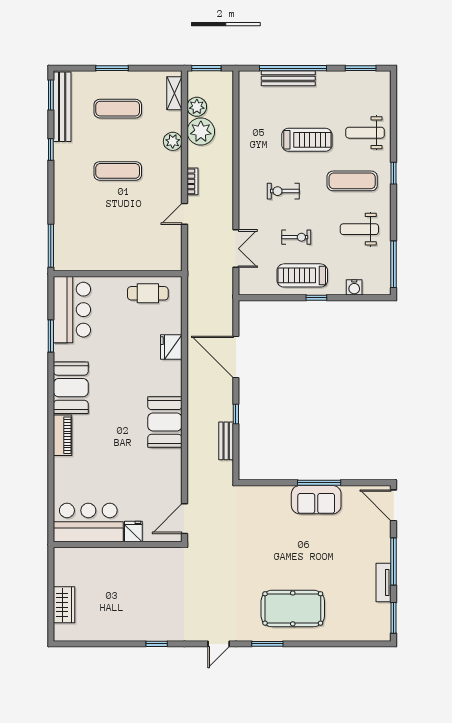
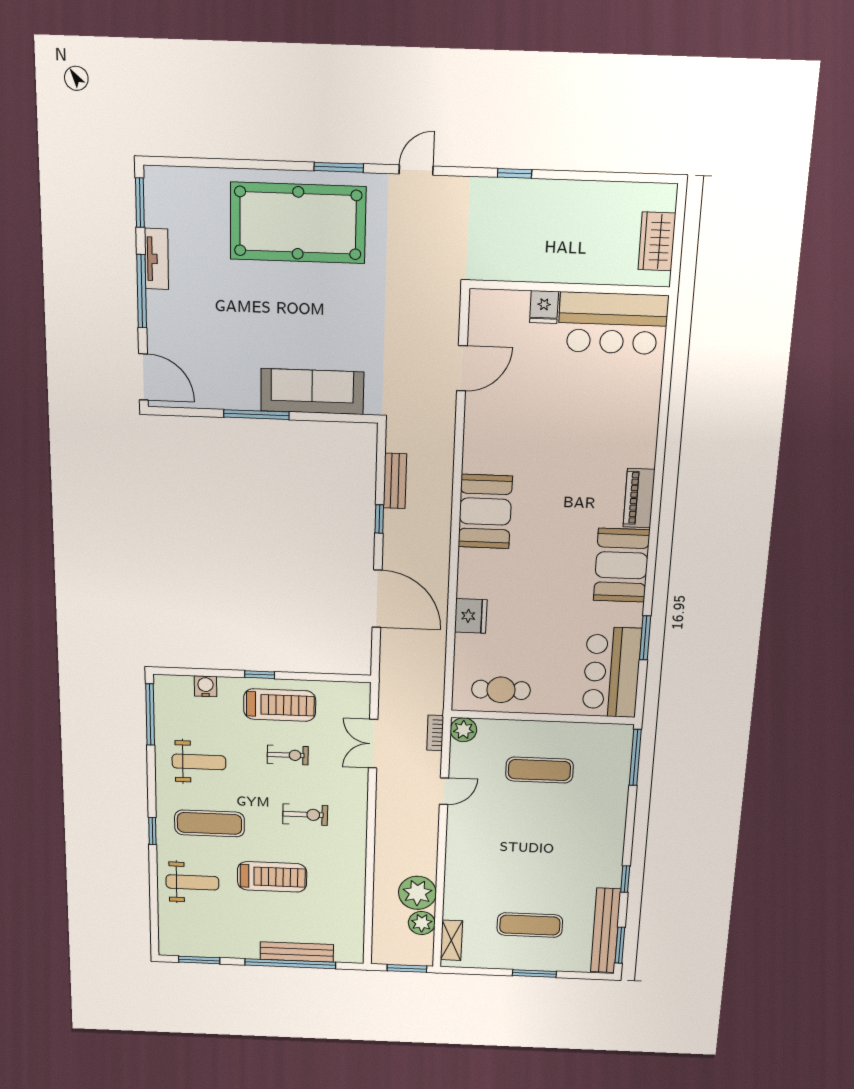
treadmill: (307, 140) -> (272, 877), turned 180
plant: (173, 141) -> (463, 730), moved
exercise mat: (118, 171) -> (539, 770), moved
bookcase: (192, 181) -> (435, 733), moved
exercise bike: (296, 237) -> (288, 755), turned 180
sofa: (316, 500) -> (312, 392), moved, width x1.36
bar counter: (88, 523) -> (613, 323), moved
fridge: (133, 531) -> (544, 307), moved
wall: (118, 544) -> (569, 288), moved
pool table: (293, 608) -> (298, 223), width x1.36, depth x1.32

